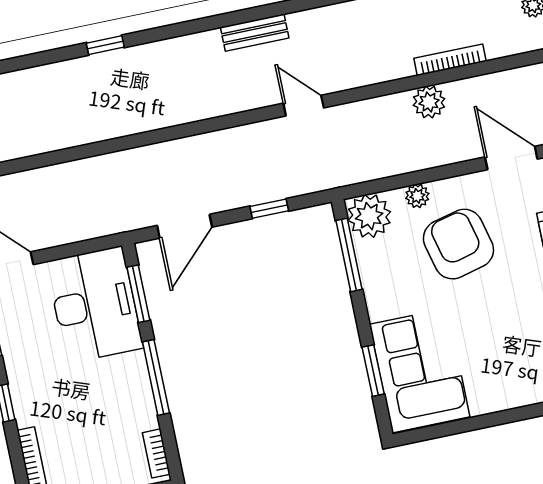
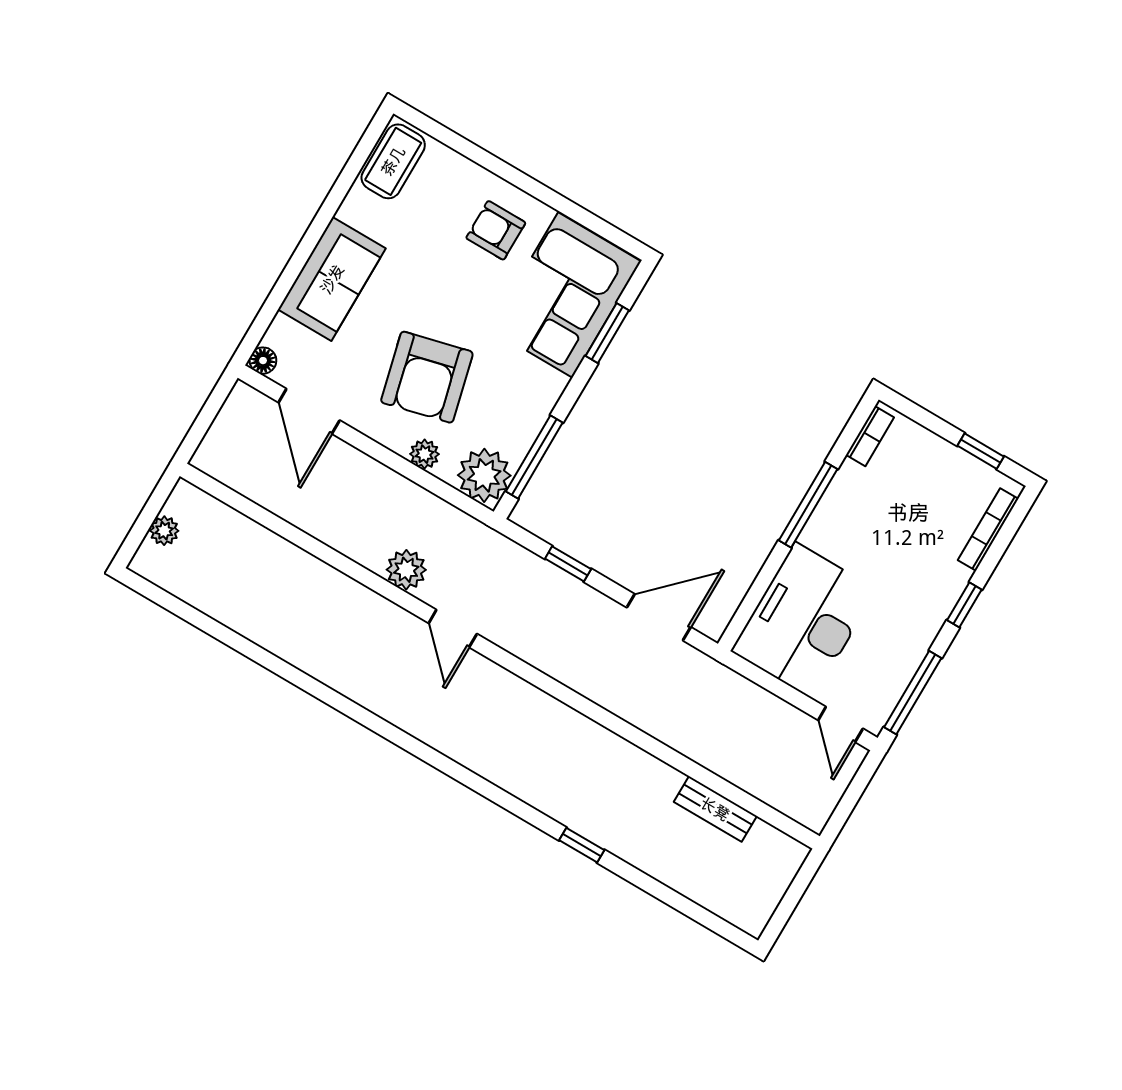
bench: (255, 33) -> (715, 809), moved
bookcase: (450, 60) -> (284, 550), removed
plant: (429, 102) -> (406, 570), moved
window: (138, 294) -> (755, 594), removed
armchair: (498, 371) -> (496, 230), added

